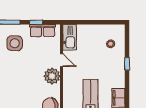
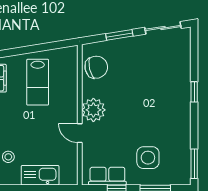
kitchen sink: (70, 37) -> (40, 175), moved, turned 90

